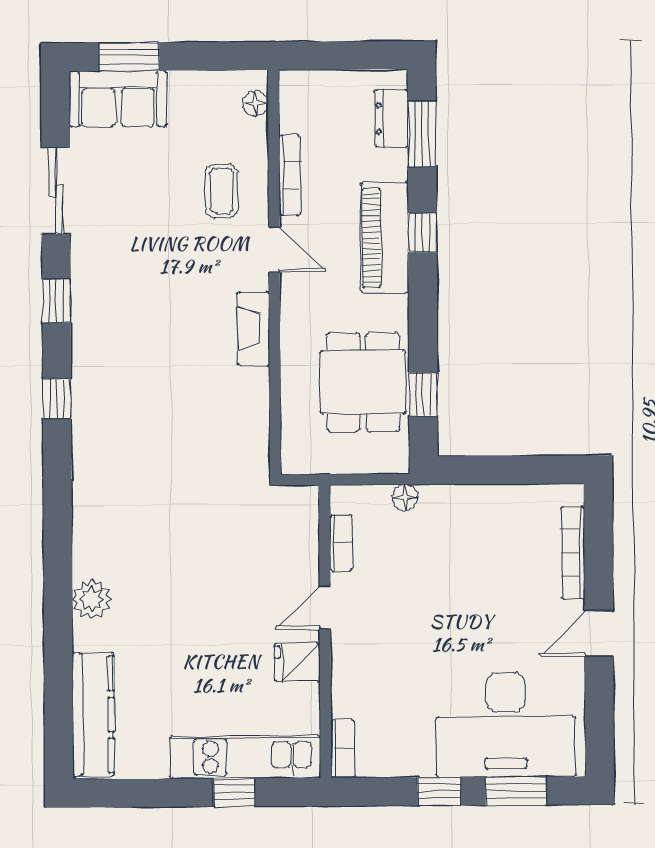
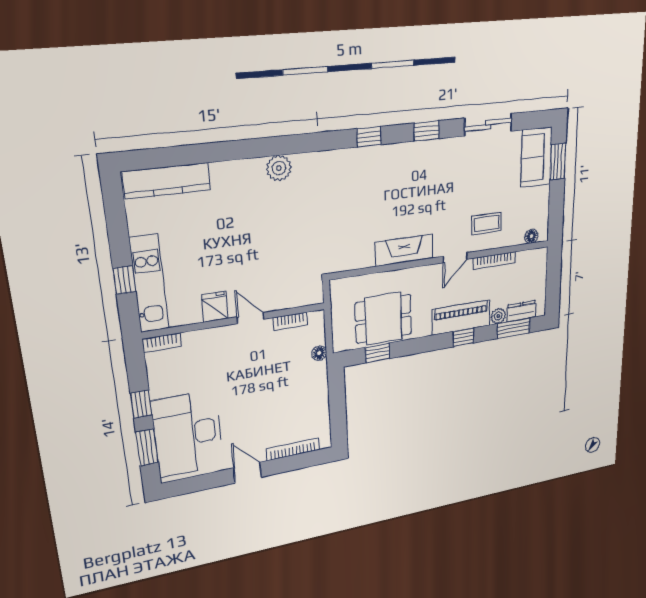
plant: (394, 165) -> (498, 316), added
fireplace: (253, 329) -> (404, 250), width x1.37, depth x1.32
plant: (92, 599) -> (279, 168), moved

